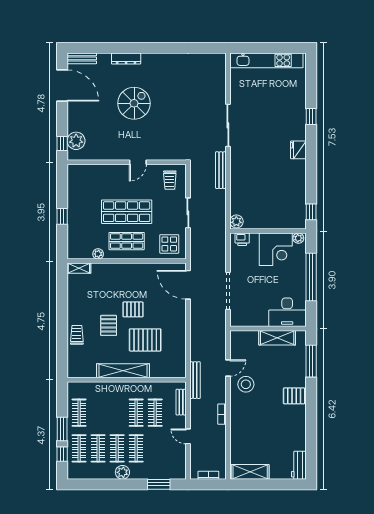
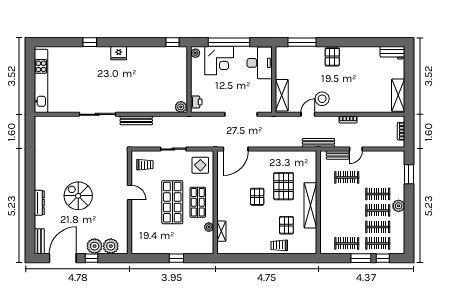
plant: (76, 122) -> (95, 246), added
window: (62, 143) -> (91, 258), moved
corner desk: (276, 249) -> (219, 61), moved, turned 90
shelving: (79, 268) -> (221, 231), moved
pallet: (109, 325) -> (286, 225), moved, turned 90
shelving: (277, 338) -> (282, 95), moved
door: (228, 368) -> (308, 114), hinge flipped
clothes rail: (136, 413) -> (347, 194), removed
door: (188, 436) -> (356, 149), moved

